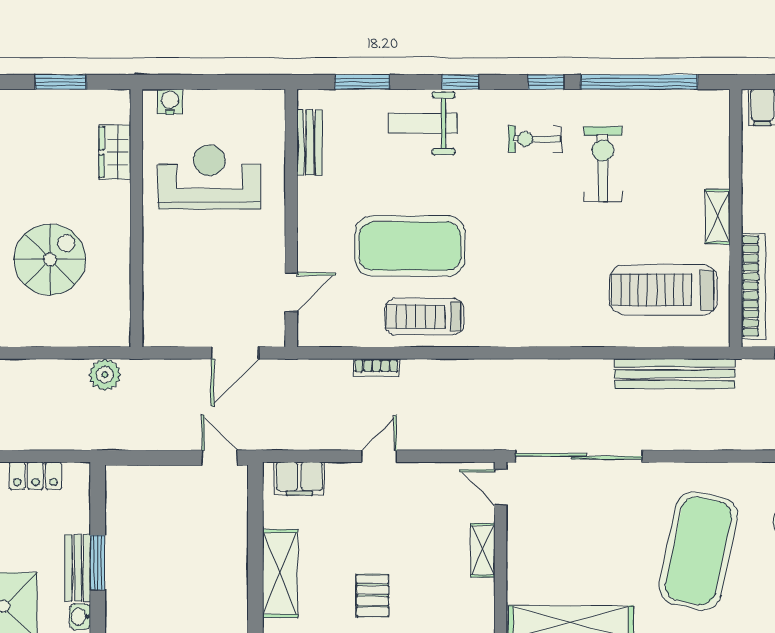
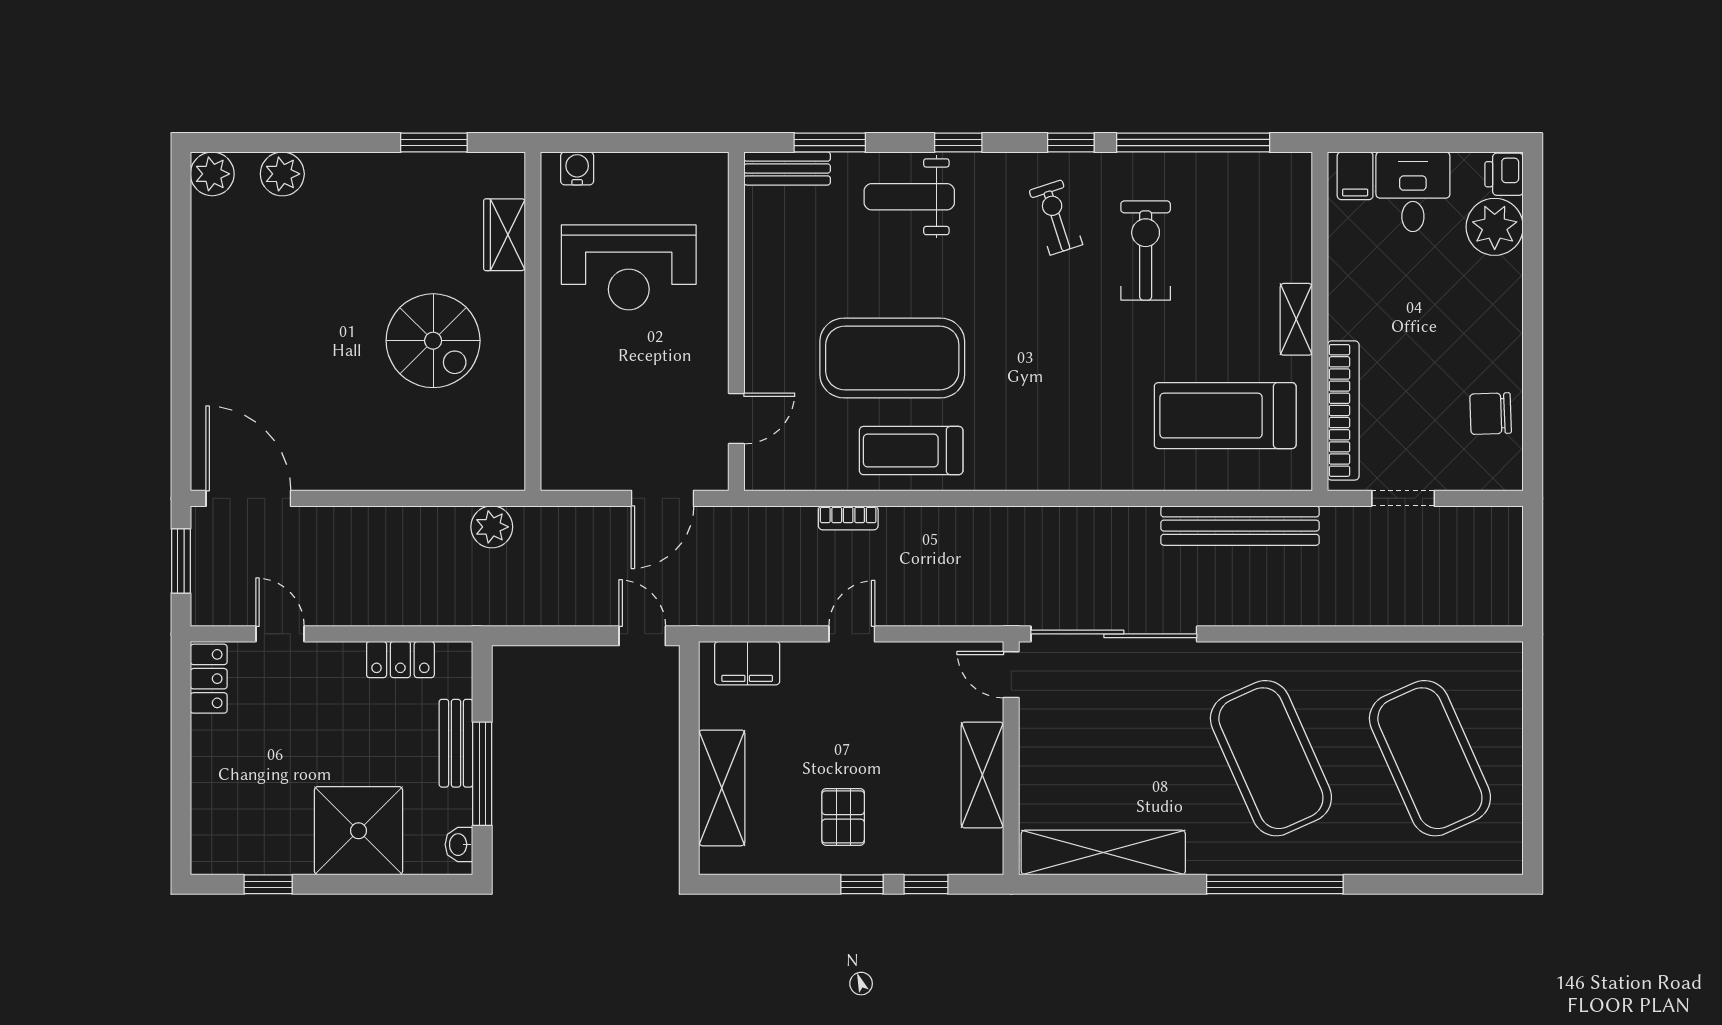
exercise bike: (535, 139) -> (1056, 218), turned 72
bench: (309, 142) -> (787, 168), moved, turned 90
reception desk: (209, 177) -> (629, 267), turned 180
spiral stairs: (50, 260) -> (433, 341), moved, turned 90
shelving: (483, 550) -> (982, 775), width x1.50, depth x1.33
exercise mat: (698, 551) -> (1271, 758), turned -36
window: (98, 563) -> (482, 774), width x1.44
bench: (78, 568) -> (456, 743), moved

